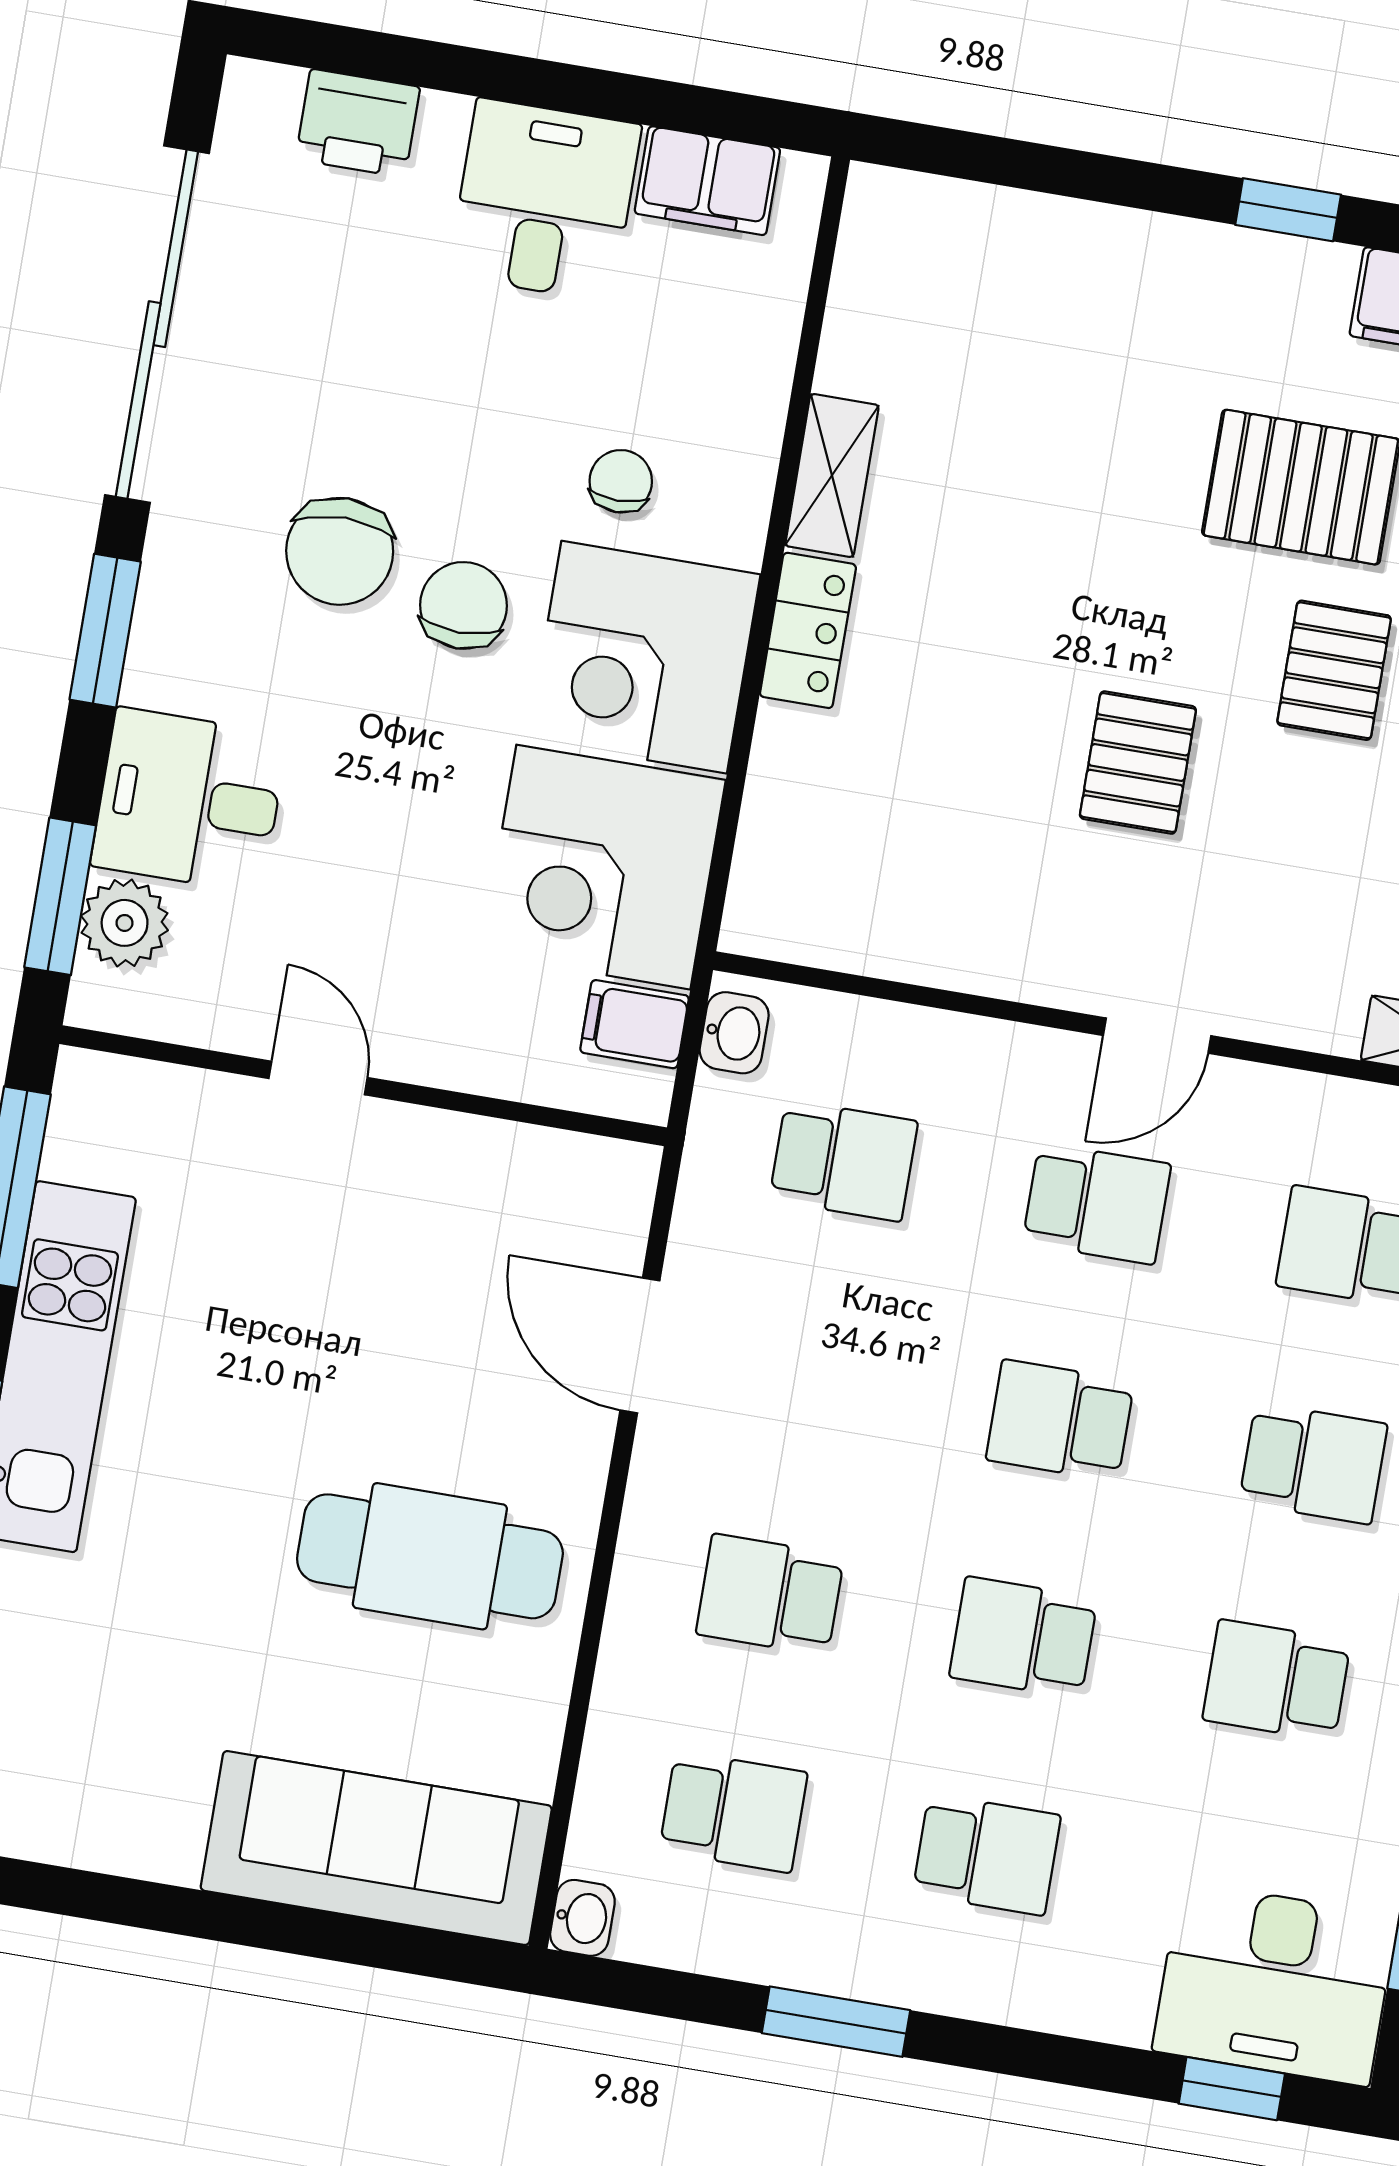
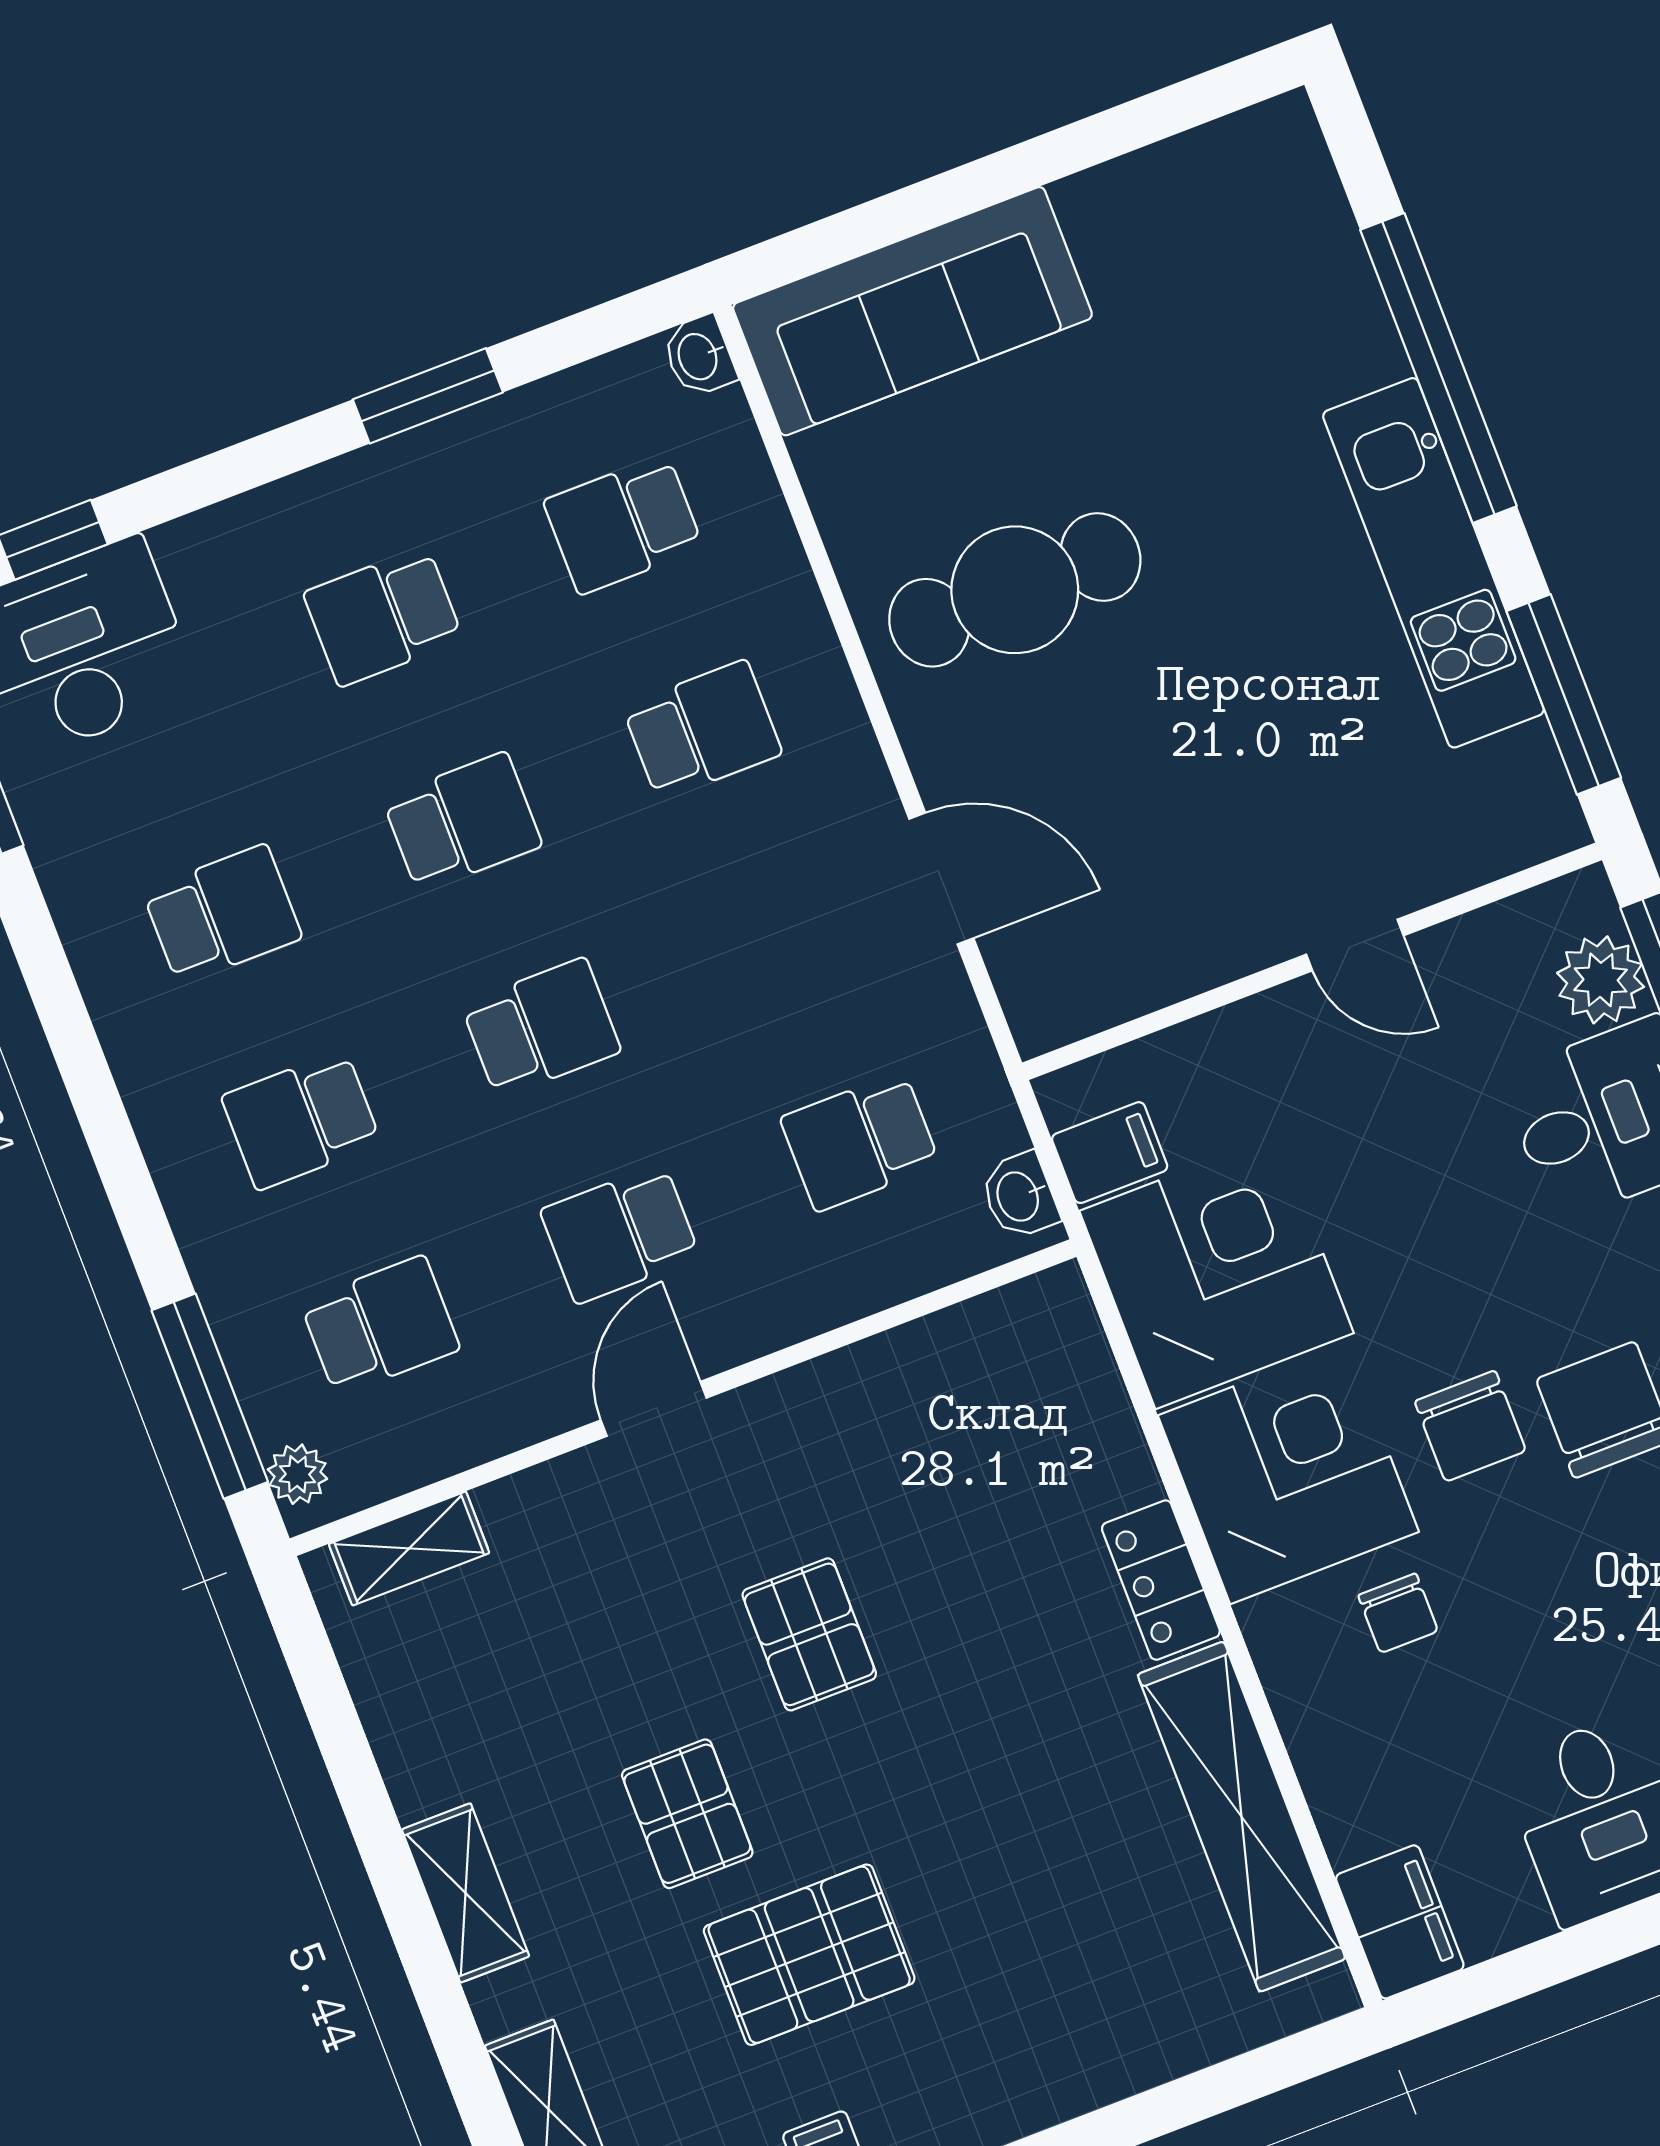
filing cabinet: (707, 181) -> (1400, 1922), moved, turned 90
shelving: (832, 476) -> (1242, 1817), width x2.20, depth x1.33

